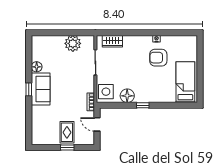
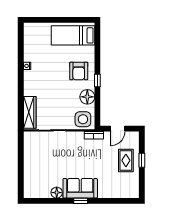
wardrobe: (112, 41) -> (30, 112), width x1.50
plant: (73, 43) -> (32, 154), removed
armchair: (158, 58) -> (79, 71), moved
rug: (67, 132) -> (126, 160), turned 90

